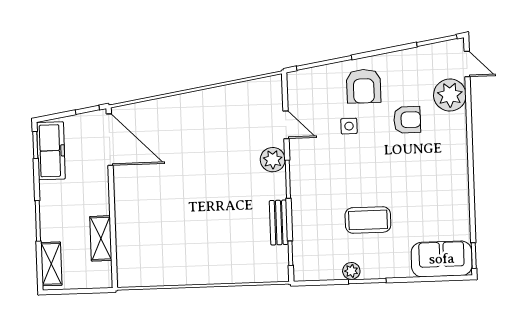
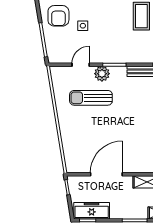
armchair: (364, 86) -> (58, 16), turned 90
door: (110, 140) -> (106, 174), moved
sun lounger: (233, 143) -> (91, 98), added

